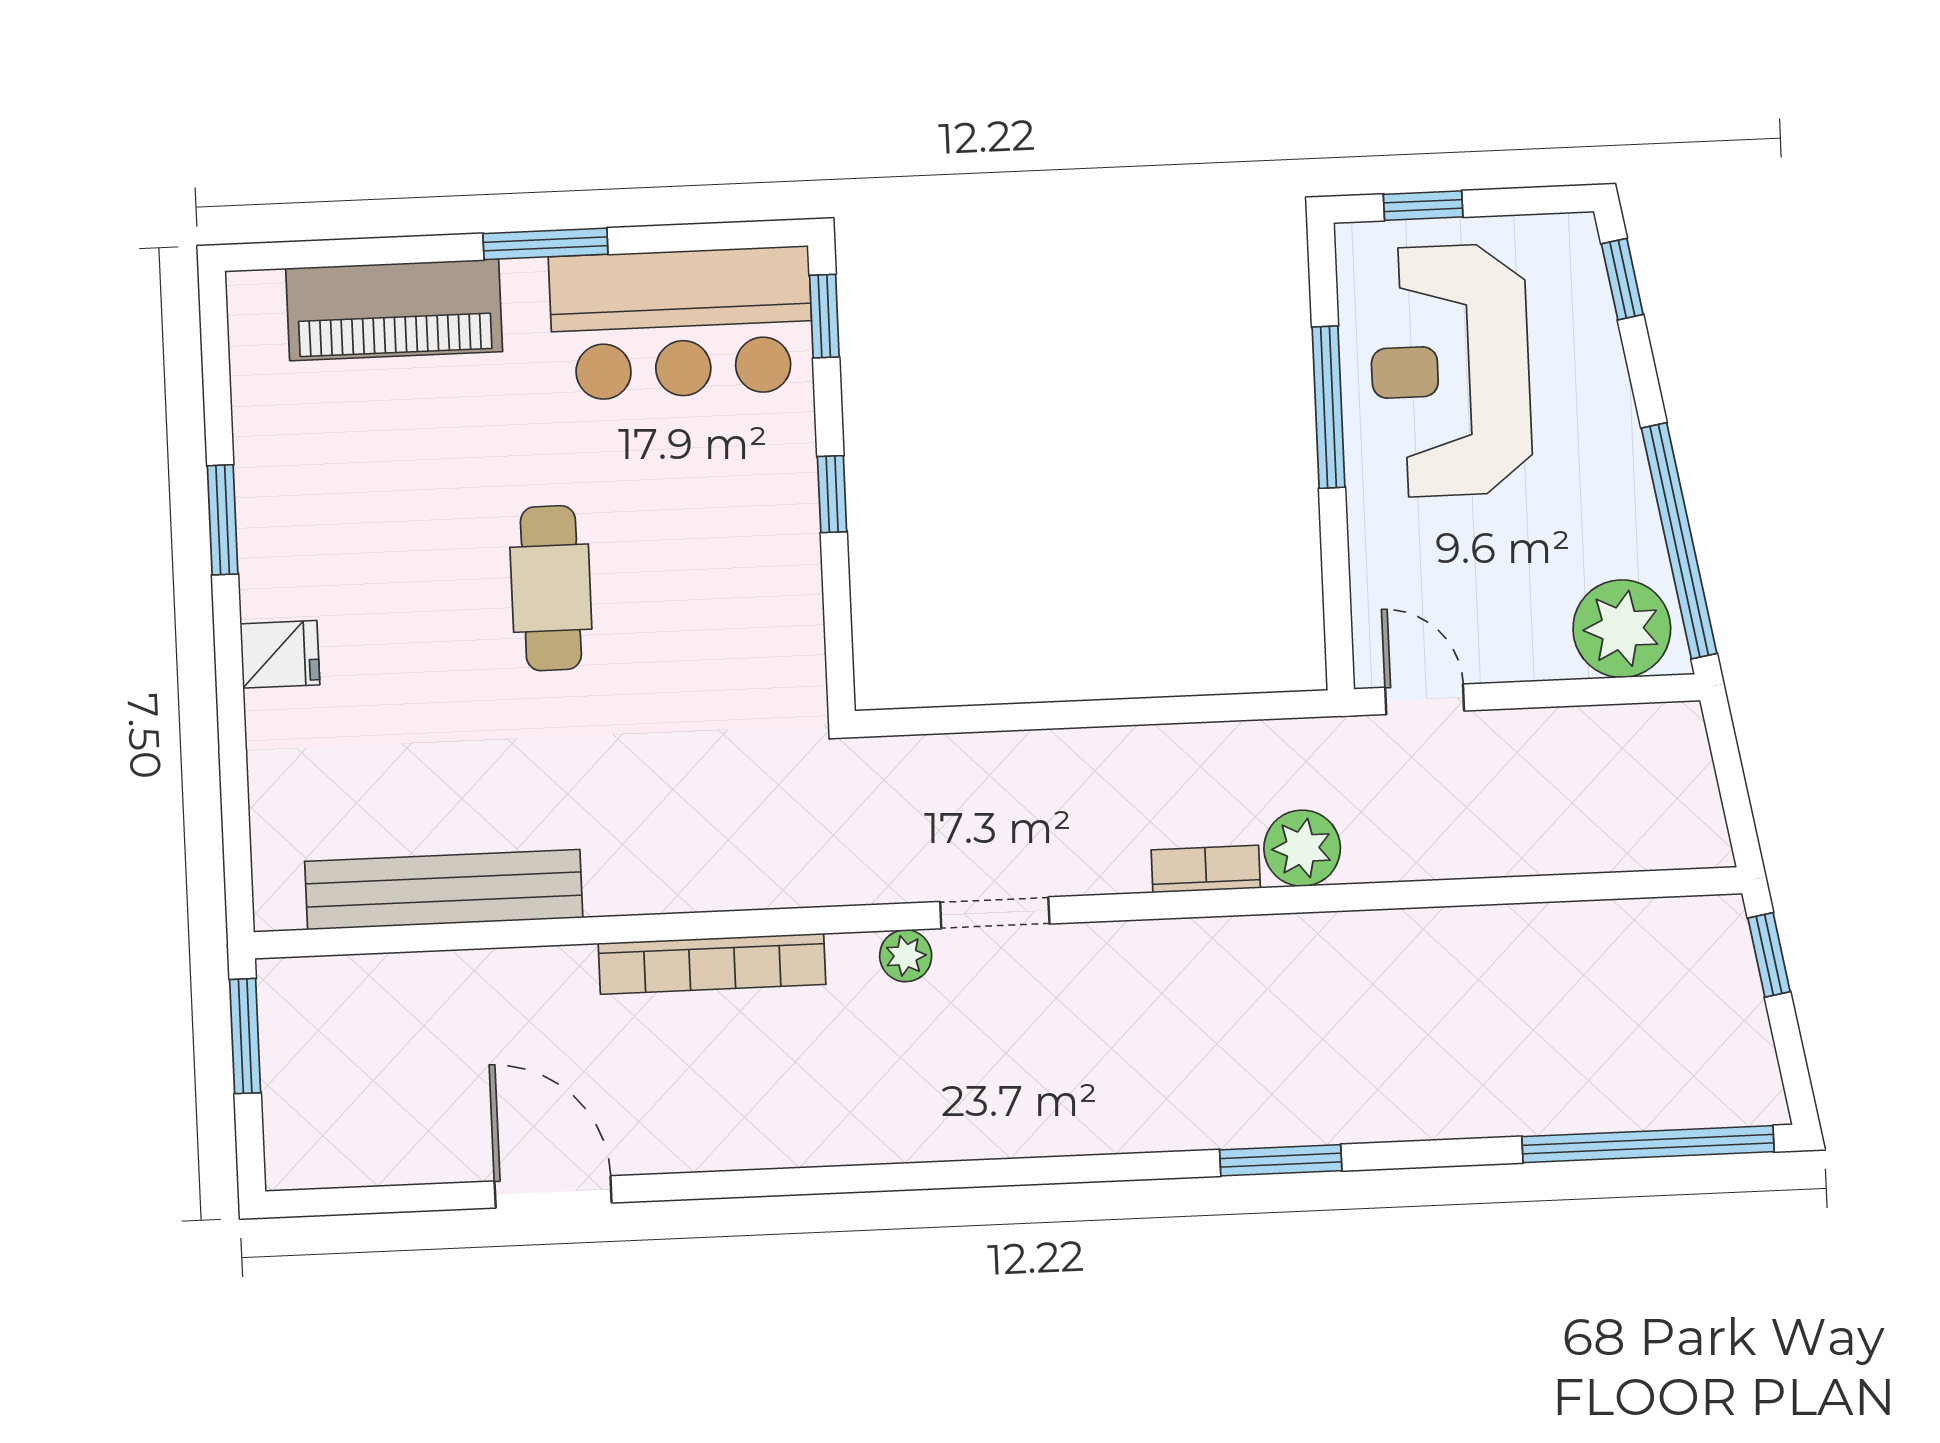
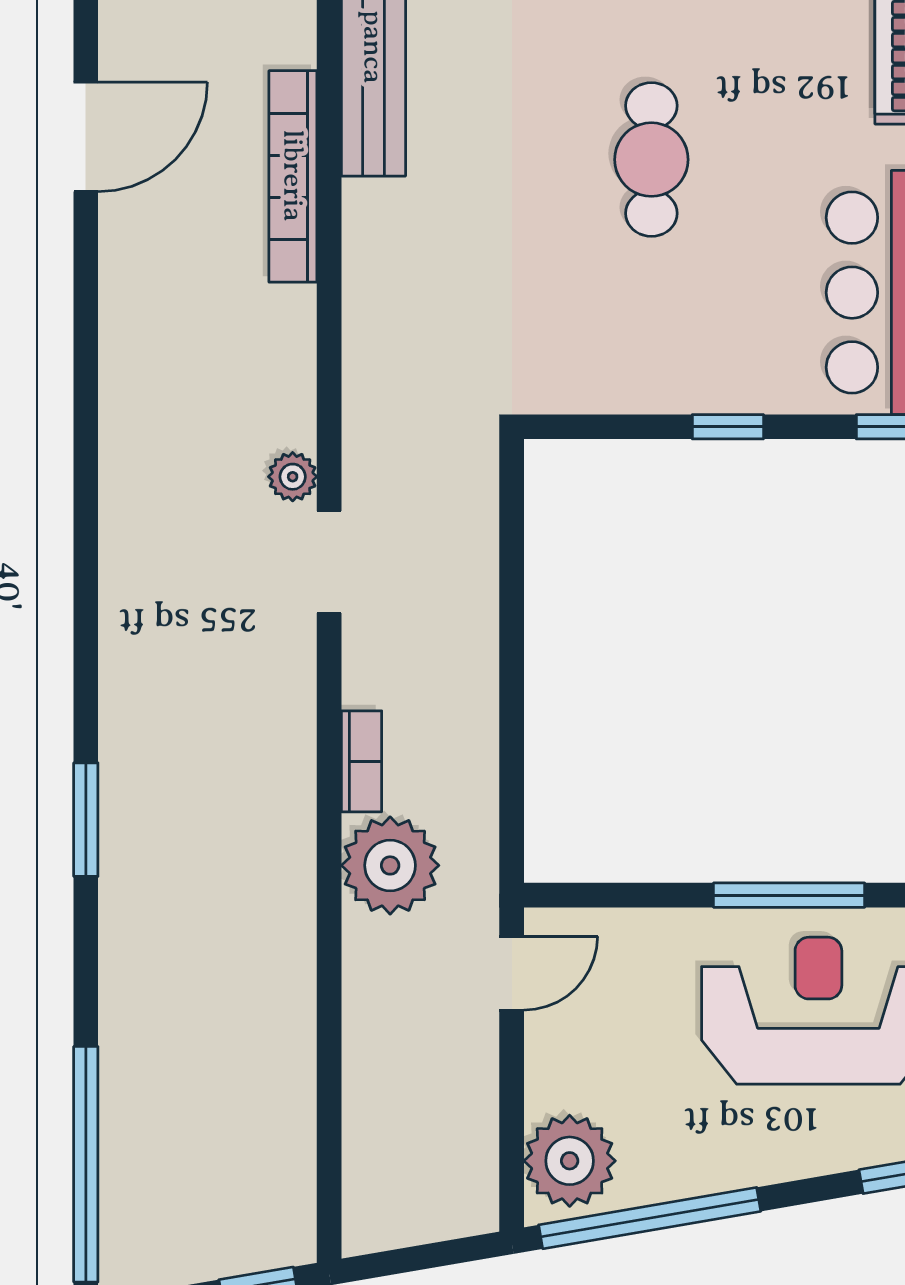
cafe table: (551, 588) -> (651, 160), turned 90
plant: (1302, 848) -> (390, 865), width x1.36, depth x1.36
bookcase: (712, 964) -> (293, 176), moved

